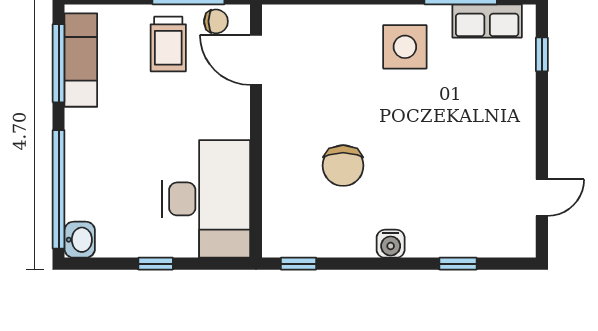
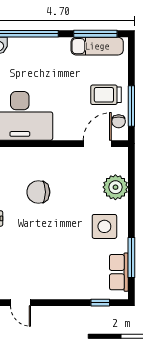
plant: (334, 27) -> (115, 187), added

